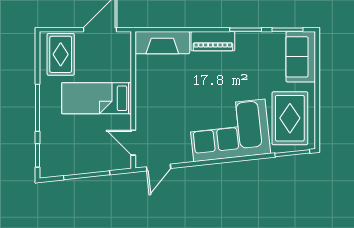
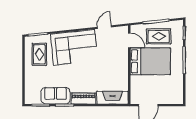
rug: (61, 54) -> (159, 36), moved, turned 90
sofa: (301, 57) -> (56, 96), moved, turned -90
bed: (97, 98) -> (150, 61), width x1.50
rug: (290, 118) -> (39, 54), width x0.73, depth x0.70
door: (159, 168) -> (104, 27), moved

